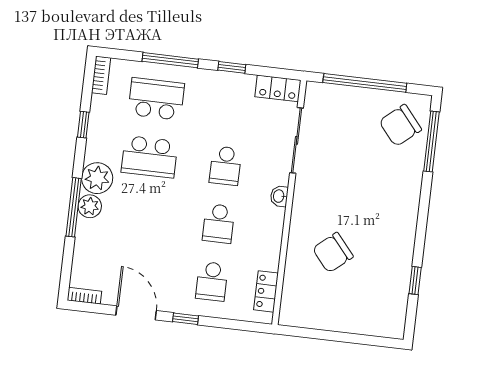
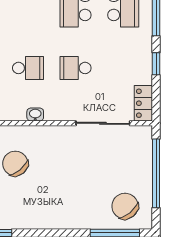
washbasin: (279, 196) -> (35, 114), moved
school desk: (219, 224) -> (28, 68), turned 180

